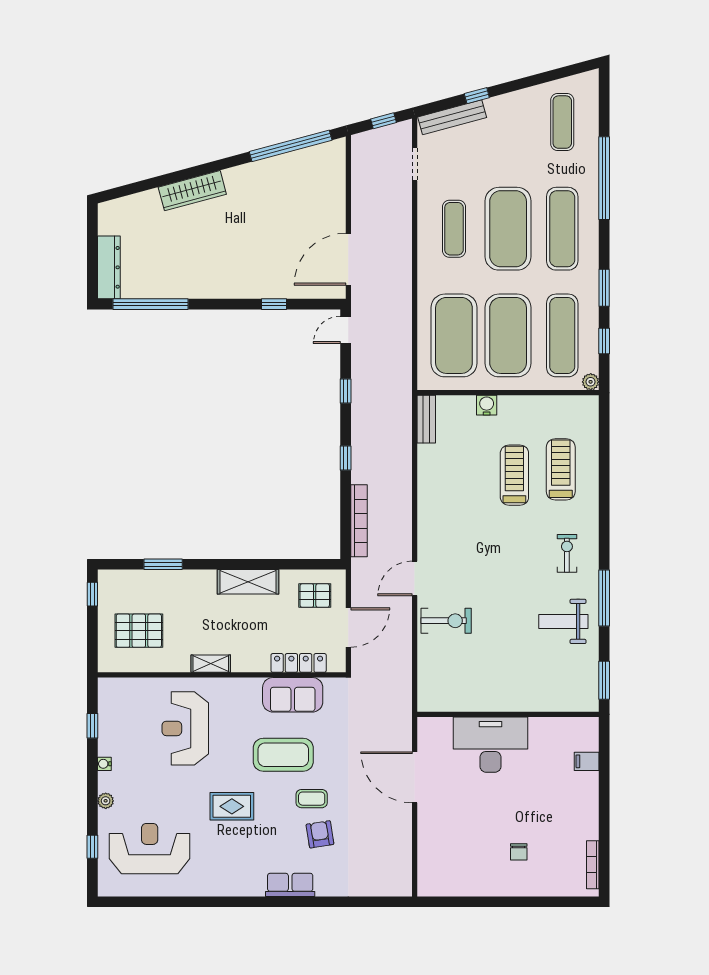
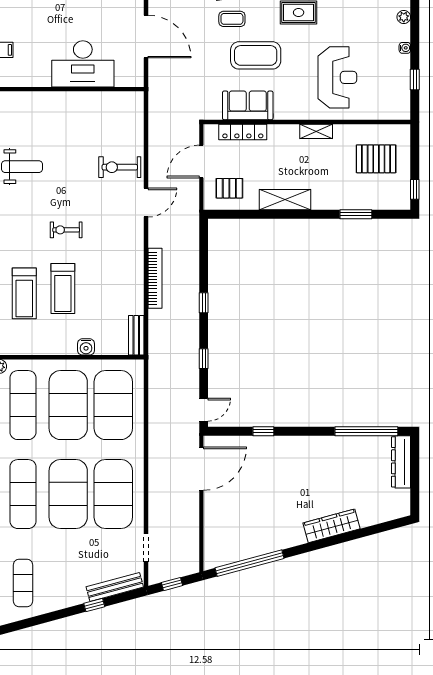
exercise mat: (454, 229) -> (113, 494), width x2.00, depth x1.45
bookcase: (359, 521) -> (155, 278), moved, turned 180
exercise bike: (567, 553) -> (66, 230), moved, turned 90

